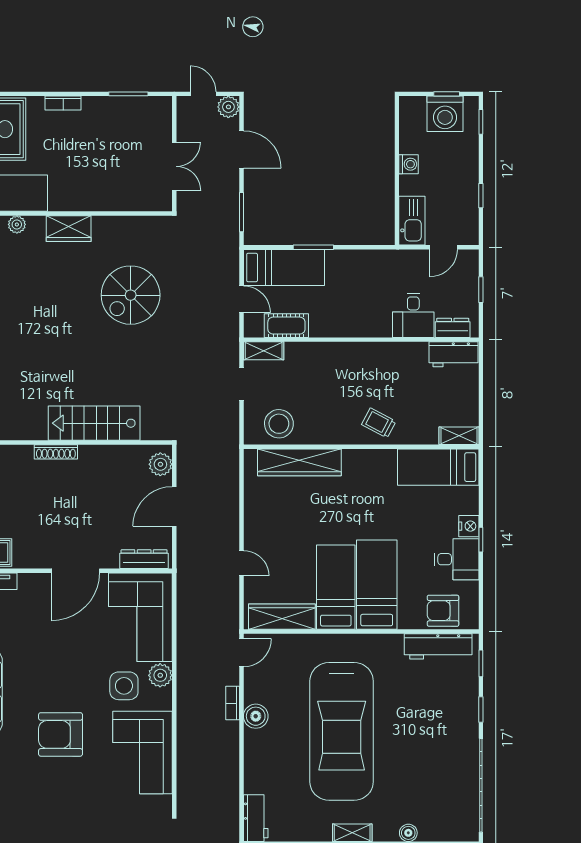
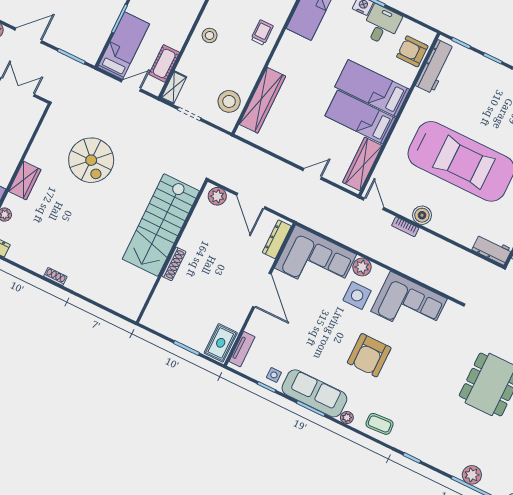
stool: (345, 363) -> (210, 35), added
stairs: (94, 423) -> (161, 225), width x1.36, depth x1.51
trolley: (379, 423) -> (262, 33), turned 152
armchair: (443, 611) -> (412, 51), turned 90

